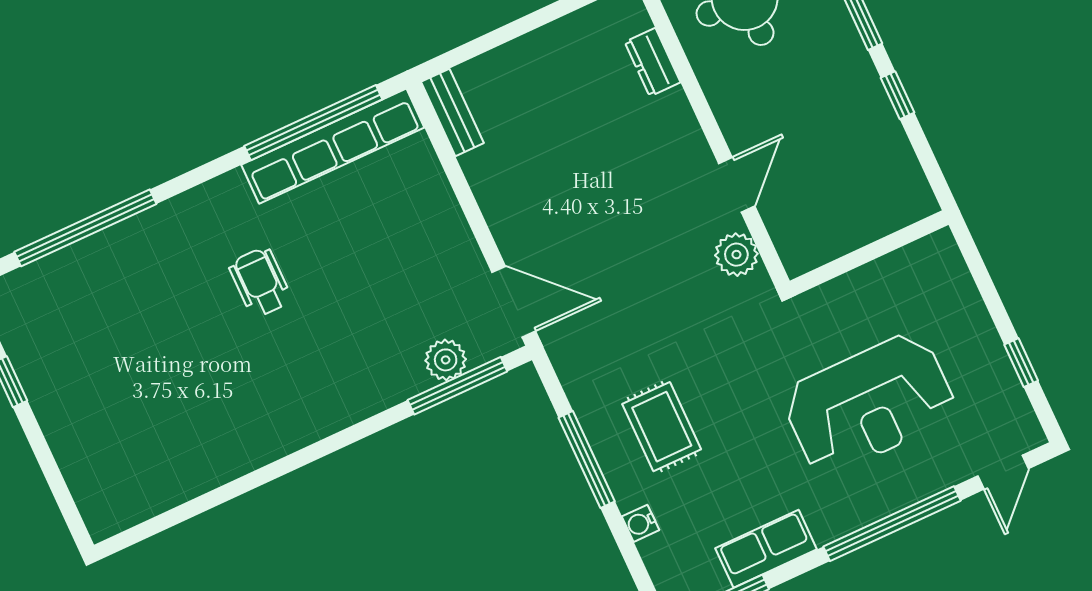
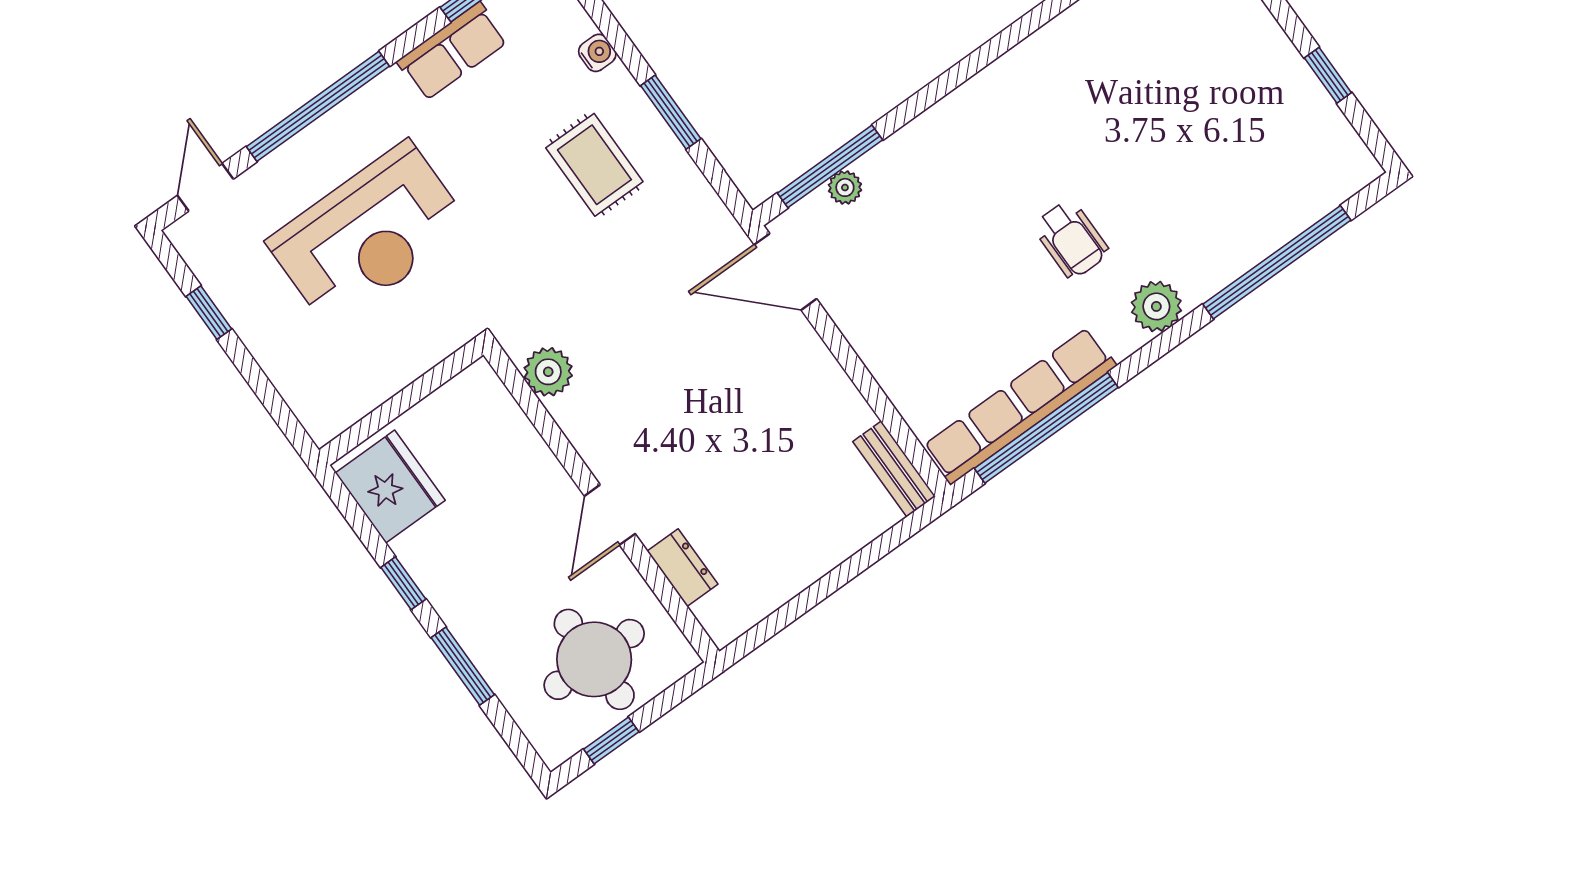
fridge: (893, 181) -> (390, 487), added
door: (737, 185) -> (610, 515), moved
plant: (197, 210) -> (1156, 306), added
plant: (446, 360) -> (845, 187), width x0.73, depth x0.73
reception desk: (869, 404) -> (369, 235), turned 180
window: (587, 460) -> (671, 112), width x0.69

